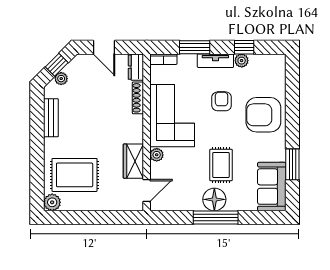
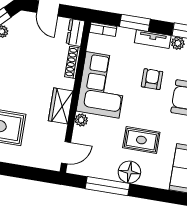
wardrobe: (133, 161) -> (61, 106), moved
rug: (221, 165) -> (141, 140), turned 90
window: (216, 217) -> (108, 186), moved

